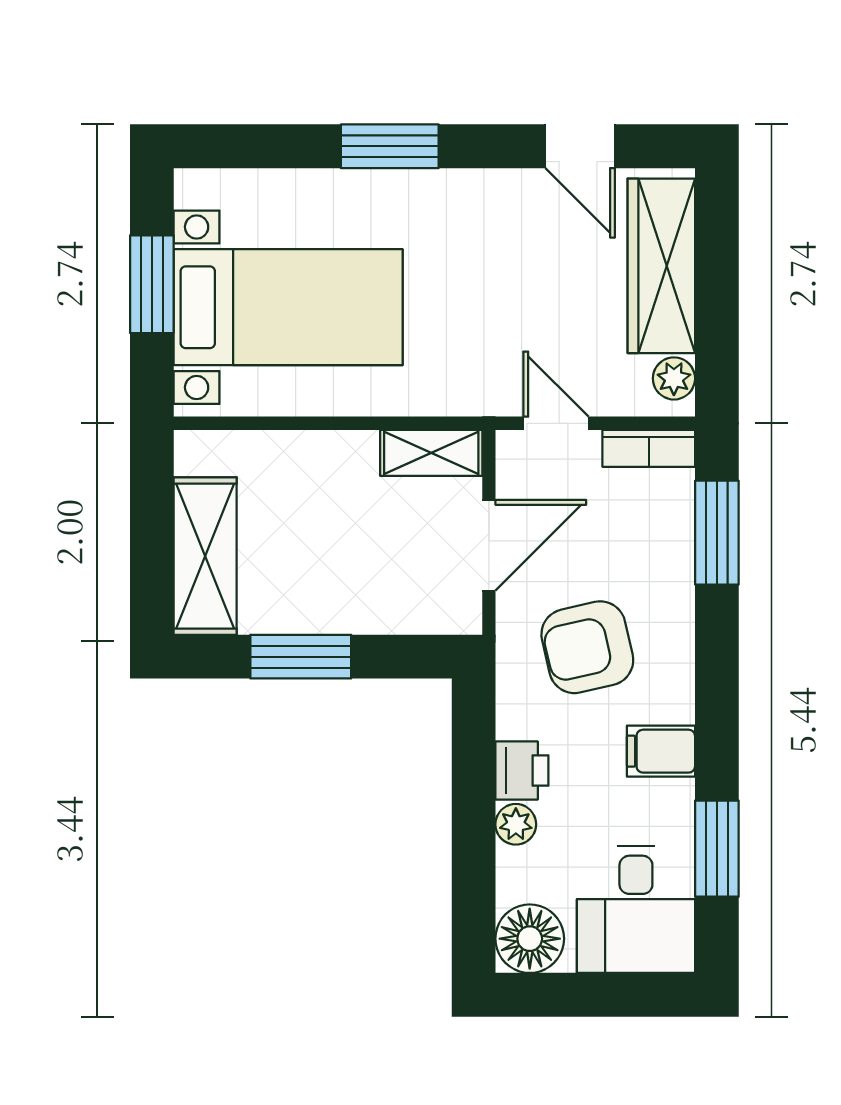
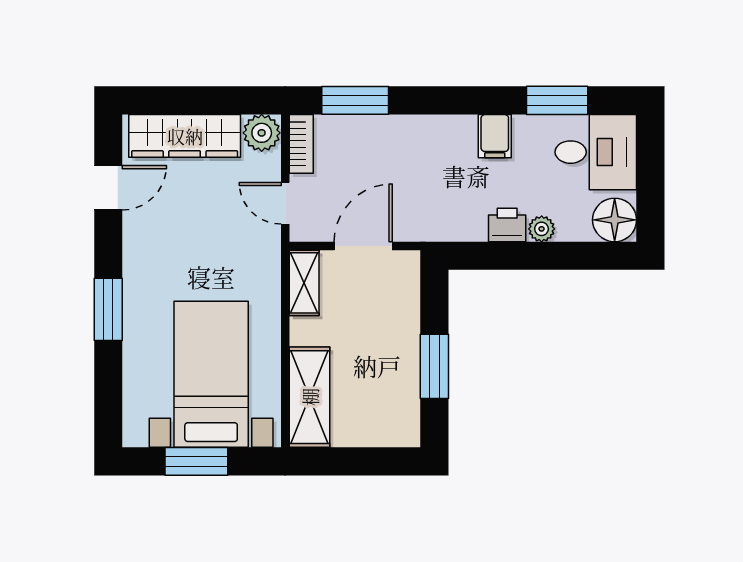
plant: (674, 378) -> (262, 133), width x1.38, depth x1.38
door: (556, 423) -> (285, 203), hinge flipped
door: (489, 545) -> (363, 246), hinge flipped
shelving: (205, 556) -> (310, 397), moved, turned 90
armchair: (587, 647) -> (428, 183), removed

